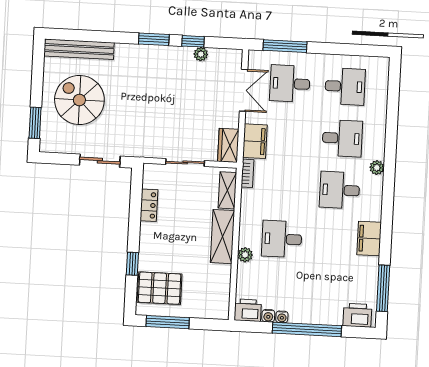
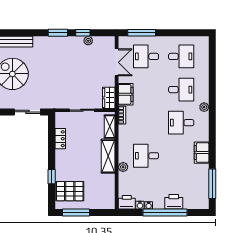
printer: (357, 315) -> (174, 202), moved

